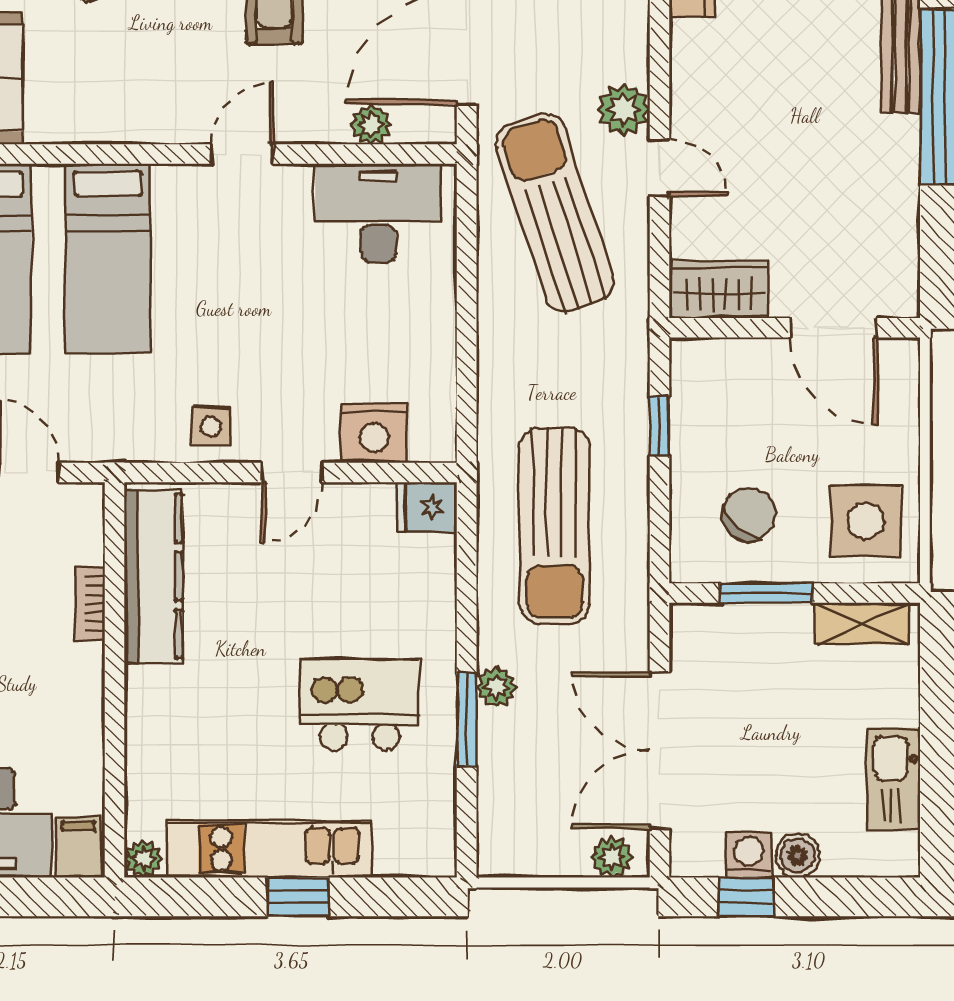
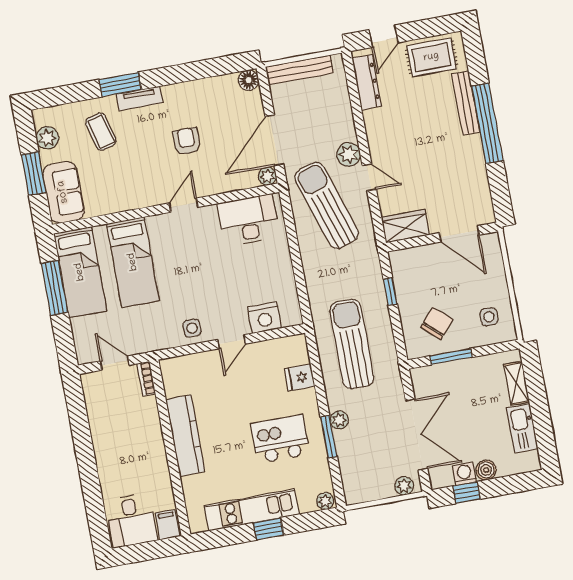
plant: (371, 124) -> (267, 176), moved
fridge: (427, 507) -> (300, 377), moved
side table: (865, 521) -> (489, 317), width x0.54, depth x0.54
sun lounger: (555, 526) -> (352, 344), turned 180
kitchen counter: (153, 576) -> (185, 436), moved
bookcase: (90, 603) -> (146, 379), moved
shelving: (862, 623) -> (517, 383), moved, turned 90
double door: (660, 750) -> (417, 435), swing flipped
plant: (143, 859) -> (325, 501), moved

